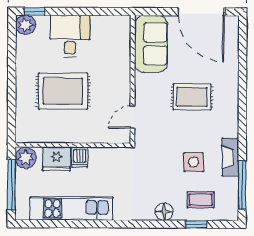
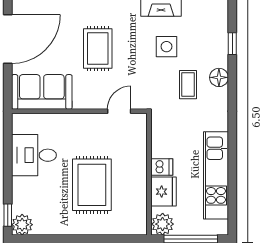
desk: (70, 36) -> (34, 155), moved
door: (132, 117) -> (119, 111), swing flipped
coffee table: (201, 200) -> (188, 85), moved

